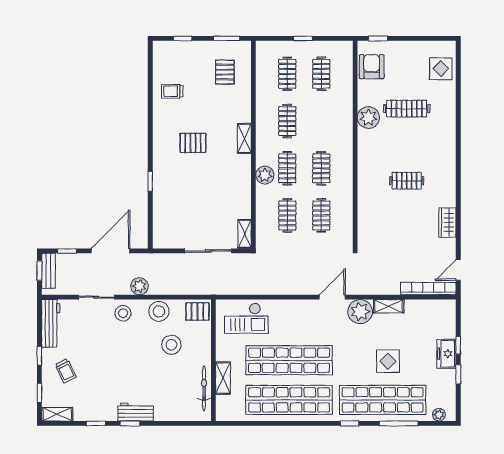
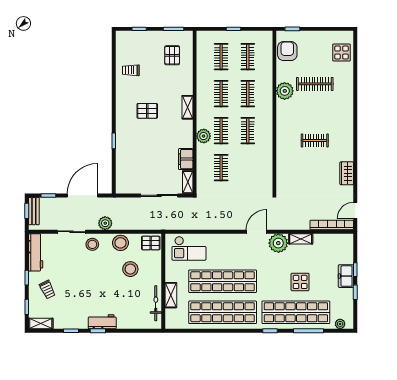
filing cabinet: (242, 204) -> (186, 159), added
clothes rail: (321, 215) -> (248, 94), moved

